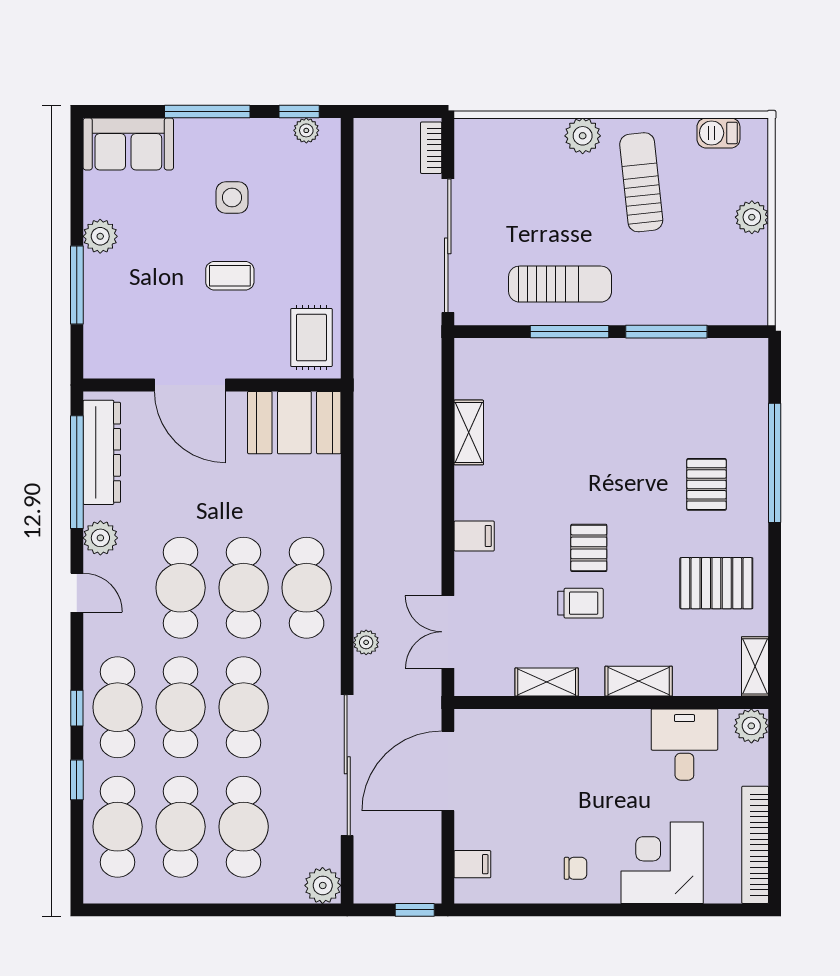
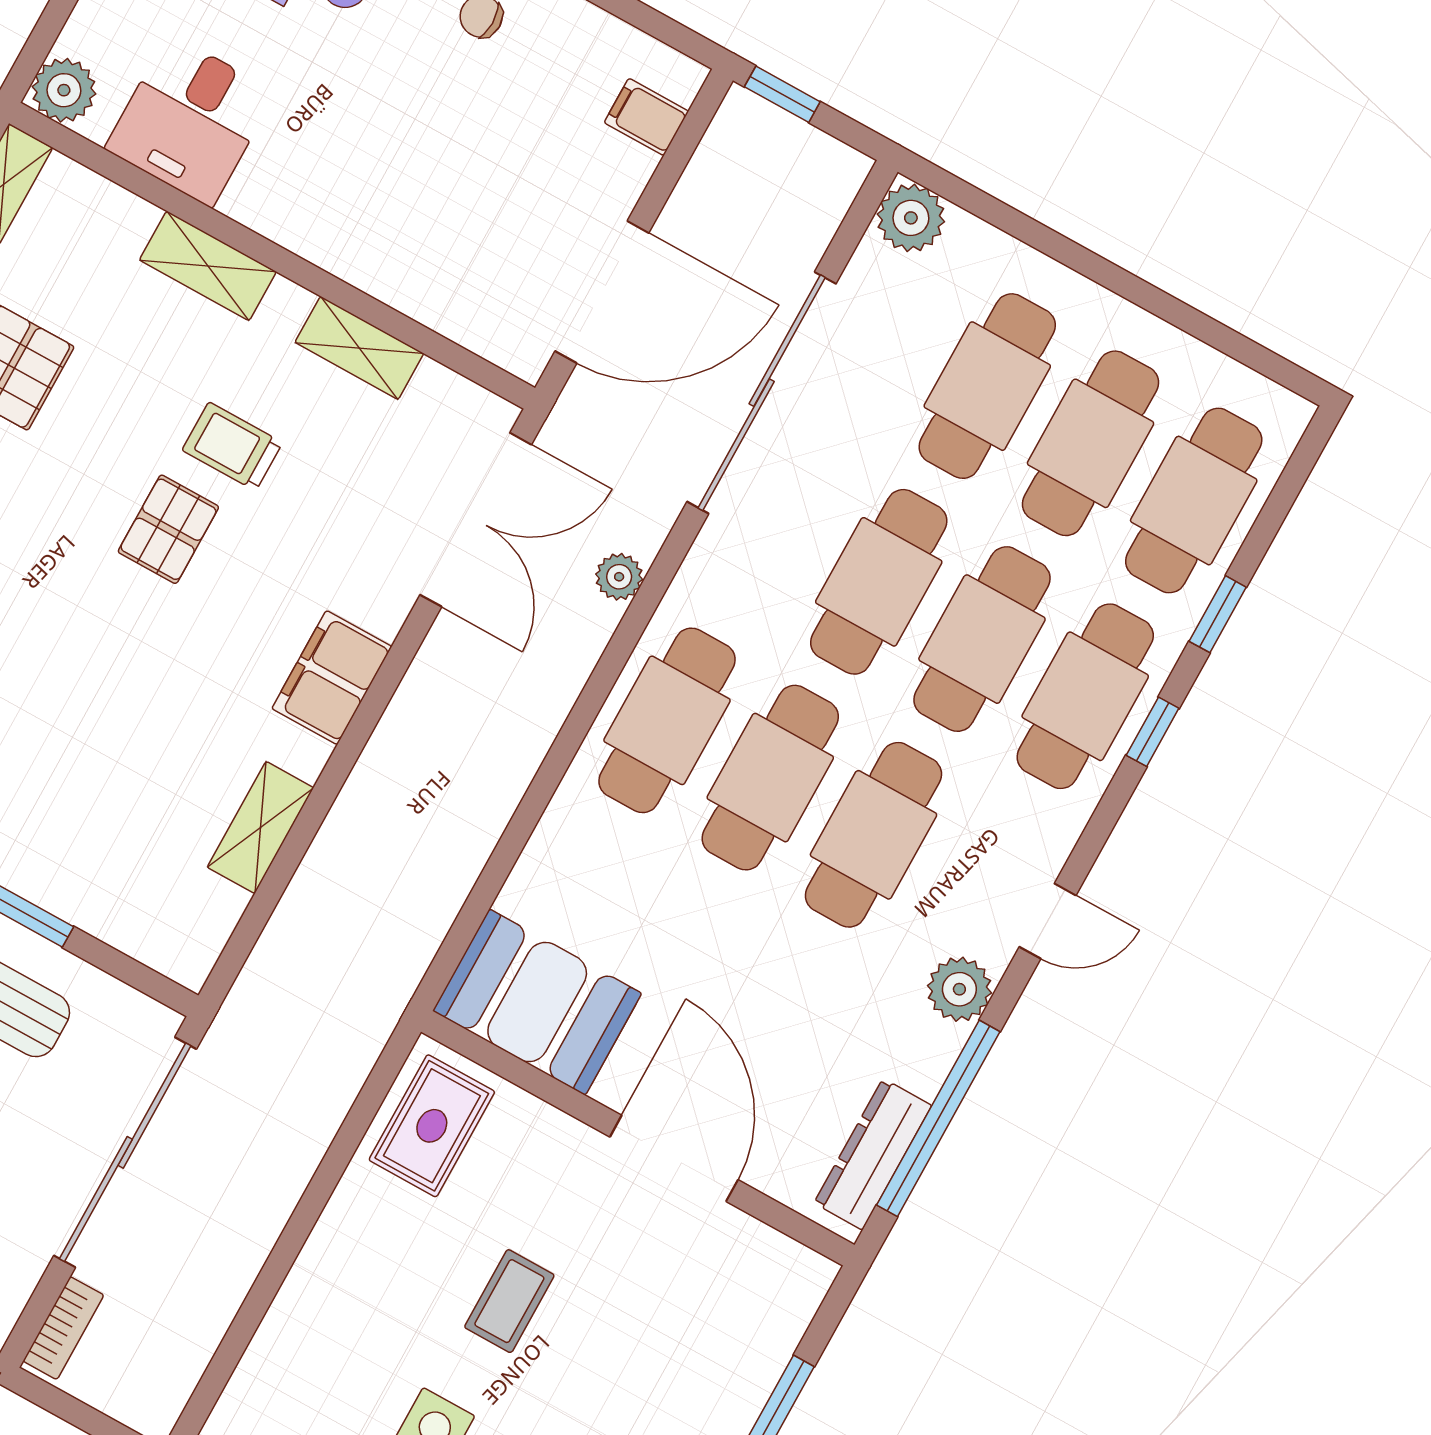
coffee table: (230, 276) -> (509, 1301), turned 90
dresser: (102, 452) -> (873, 1154), width x0.73, depth x0.80
filing cabinet: (474, 536) -> (332, 678), width x2.00
door: (77, 593) -> (1048, 921), swing flipped
double door: (448, 632) -> (476, 520), width x1.37

